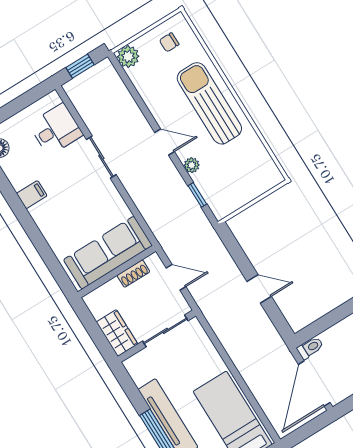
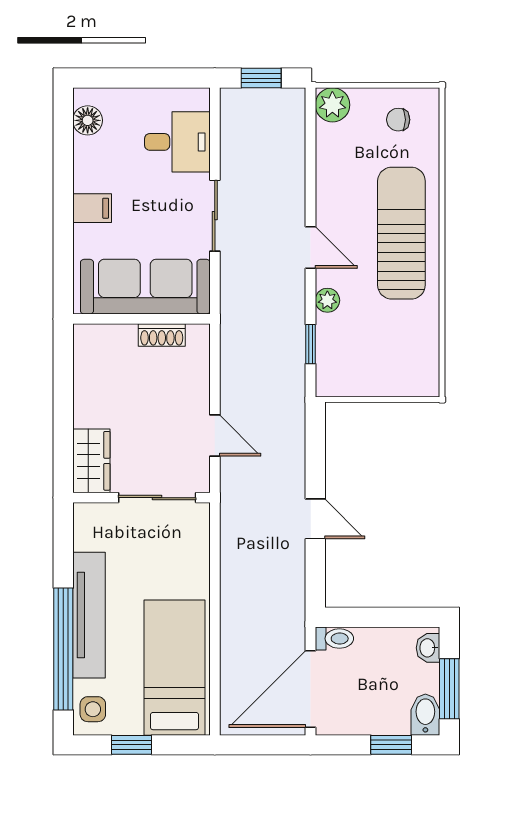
sofa: (108, 253) -> (145, 287), moved
wall: (117, 272) -> (141, 319), moved
shoe rack: (133, 274) -> (162, 335), moved

